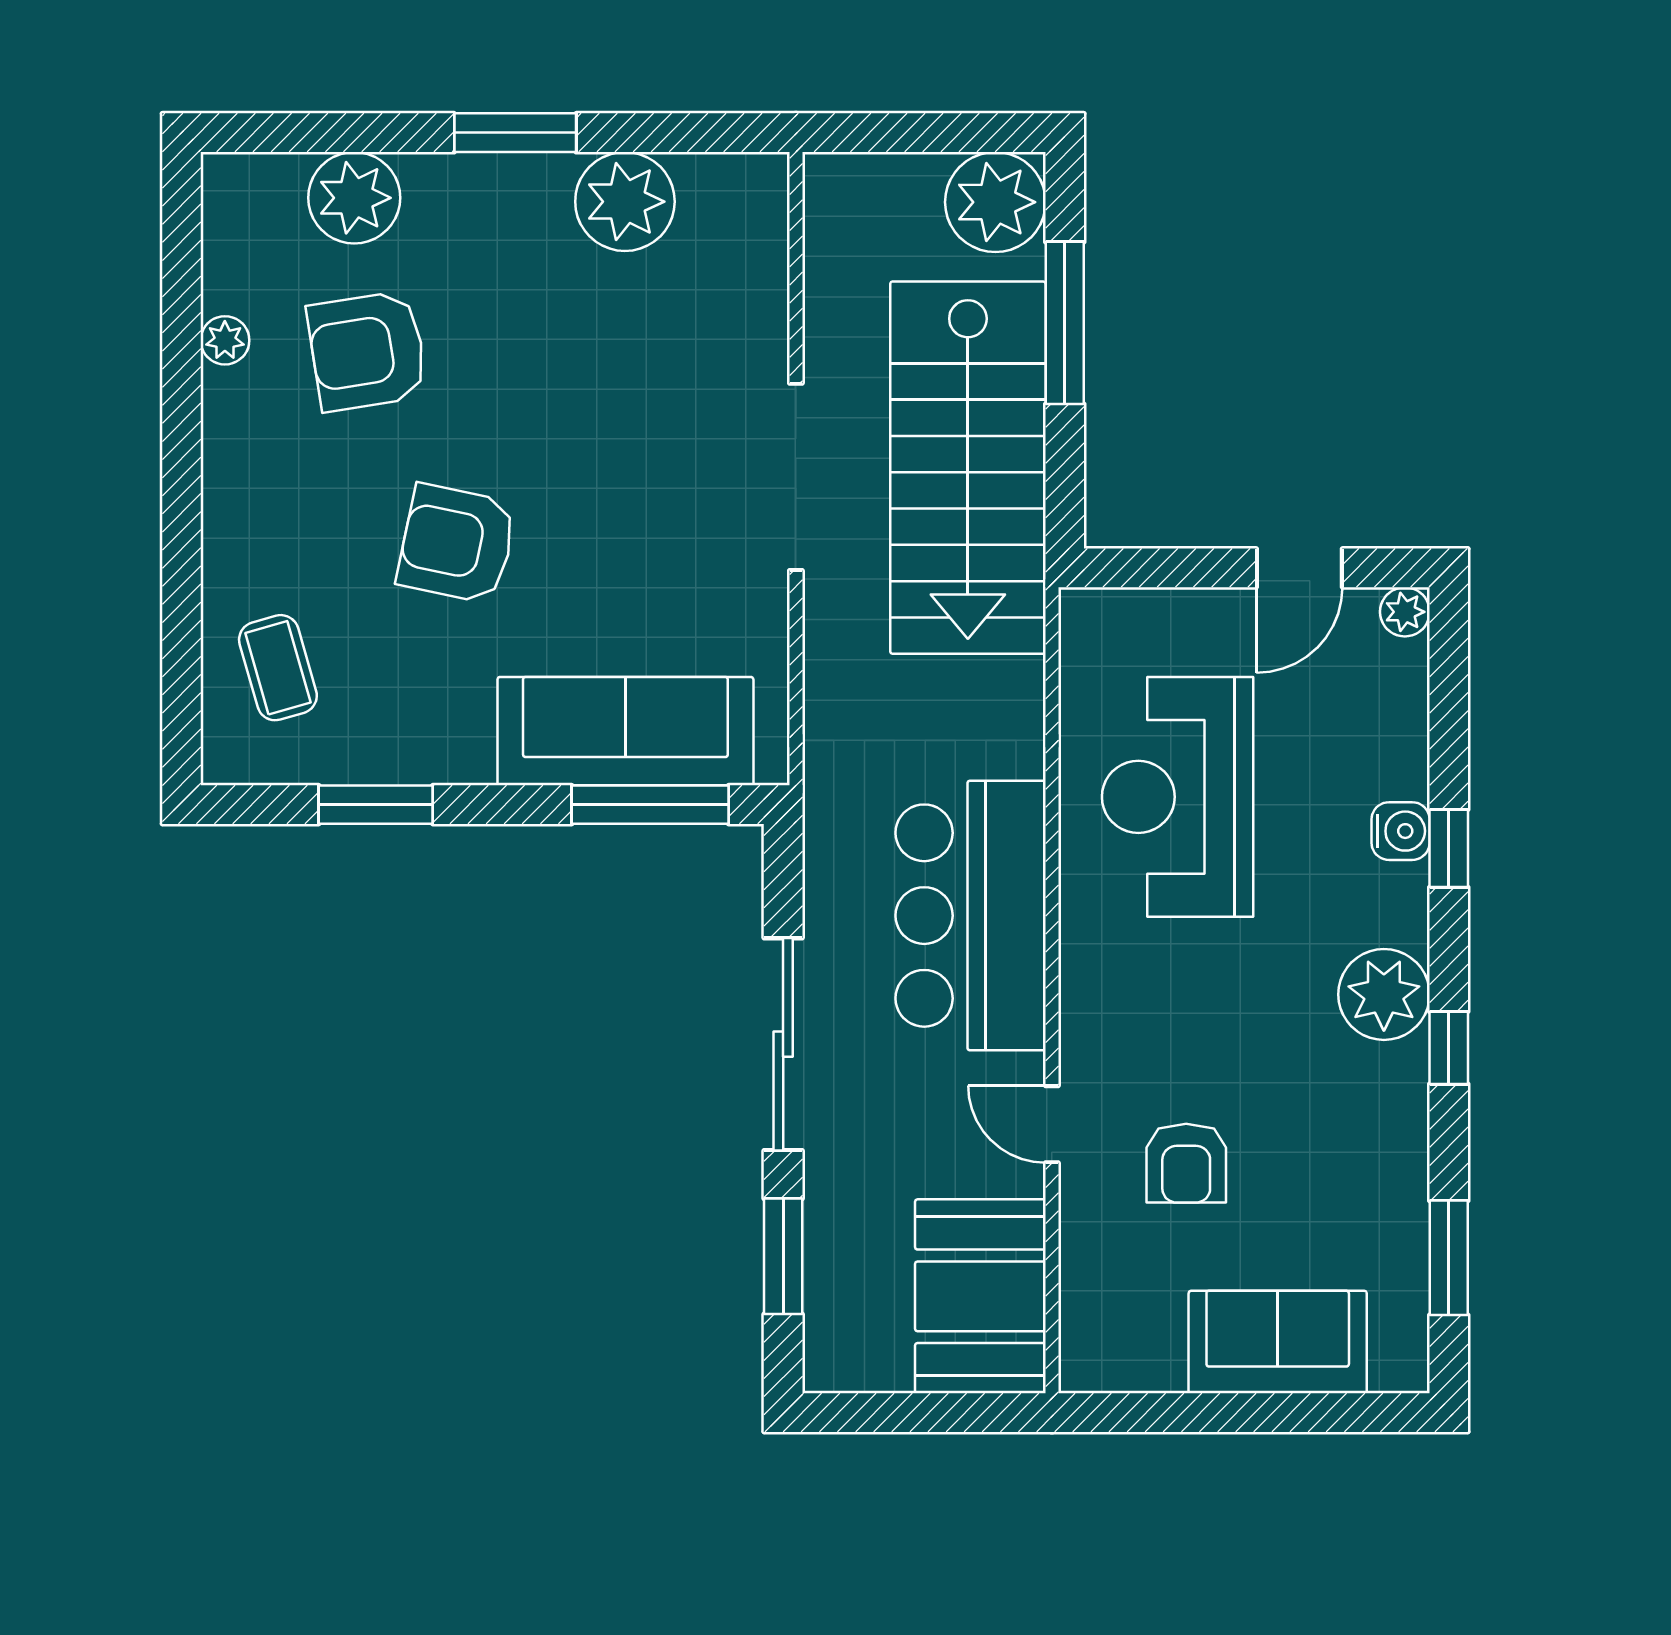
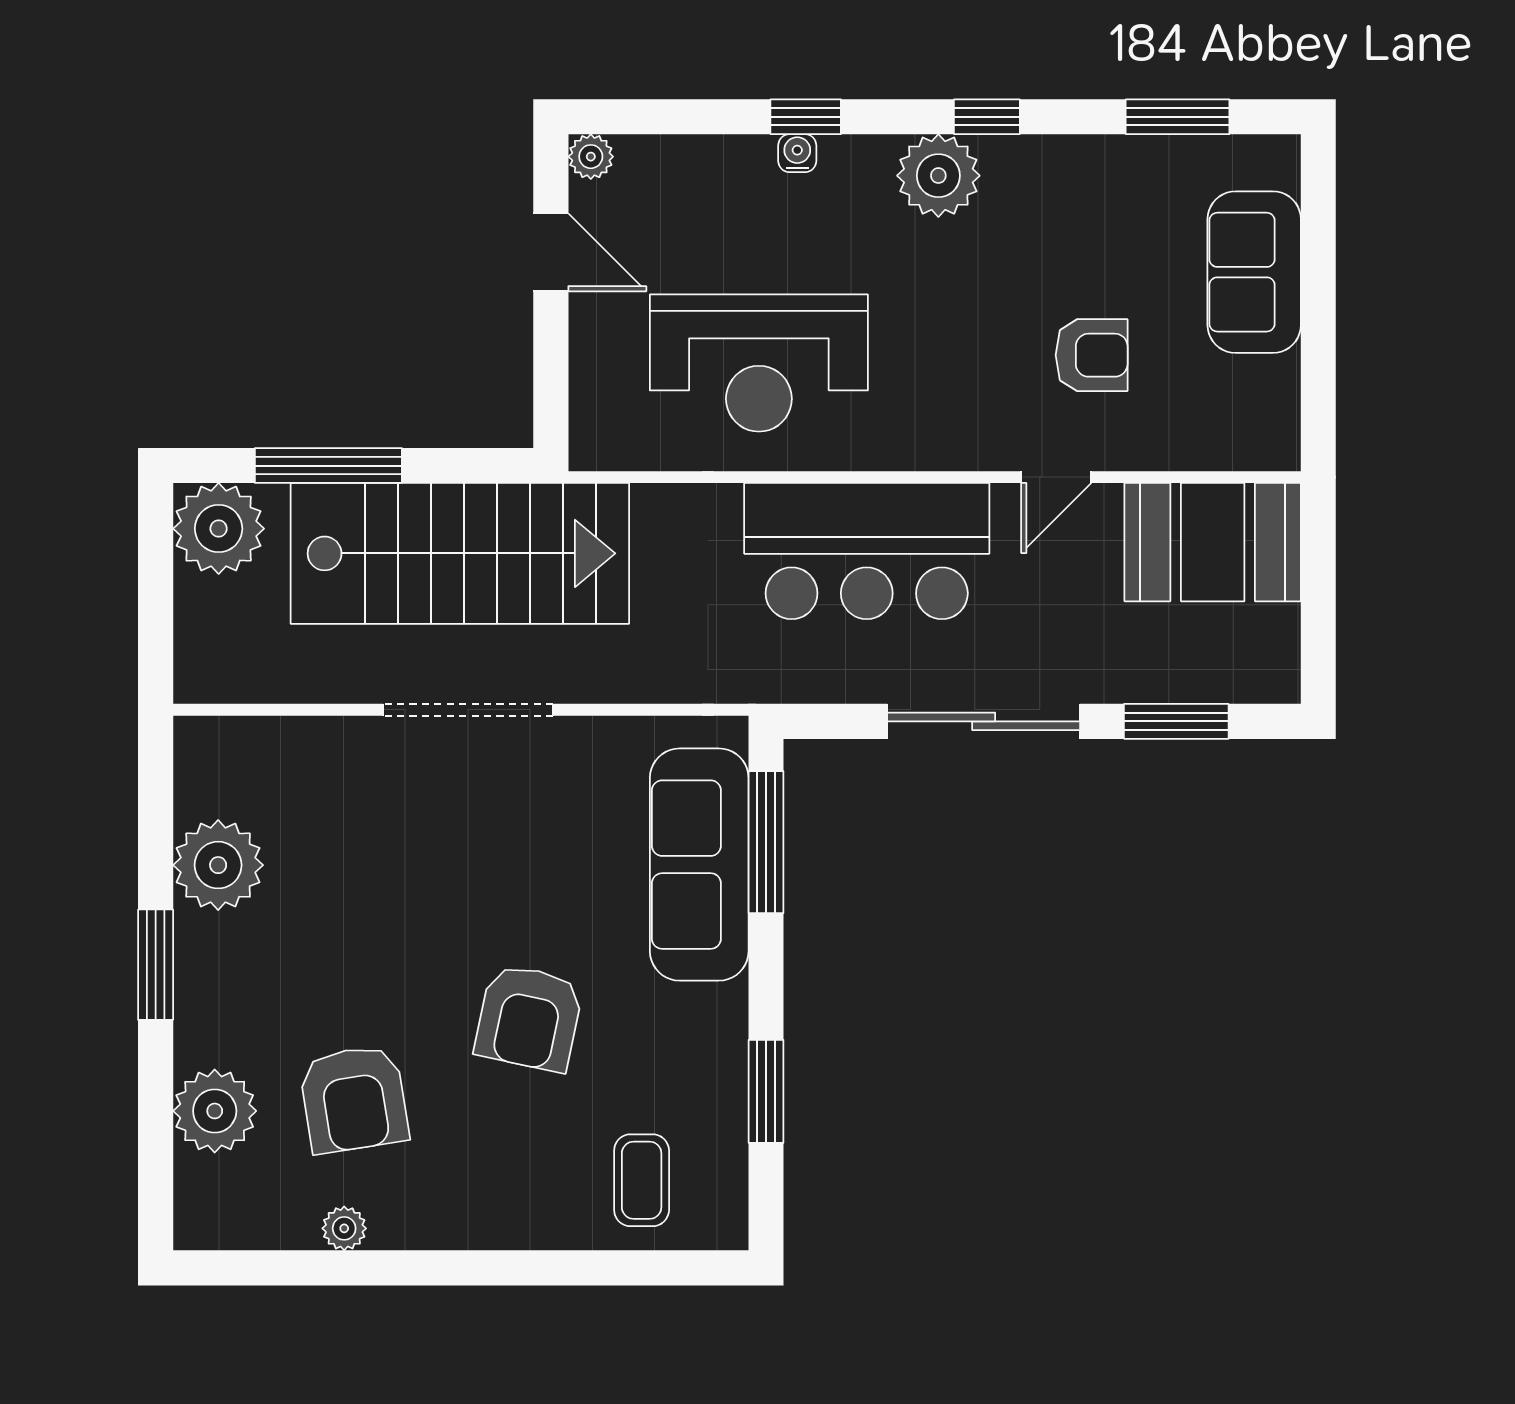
coffee table: (278, 668) -> (642, 1180), turned -74
water cooler: (1401, 831) -> (797, 153), width x0.72, depth x0.72

